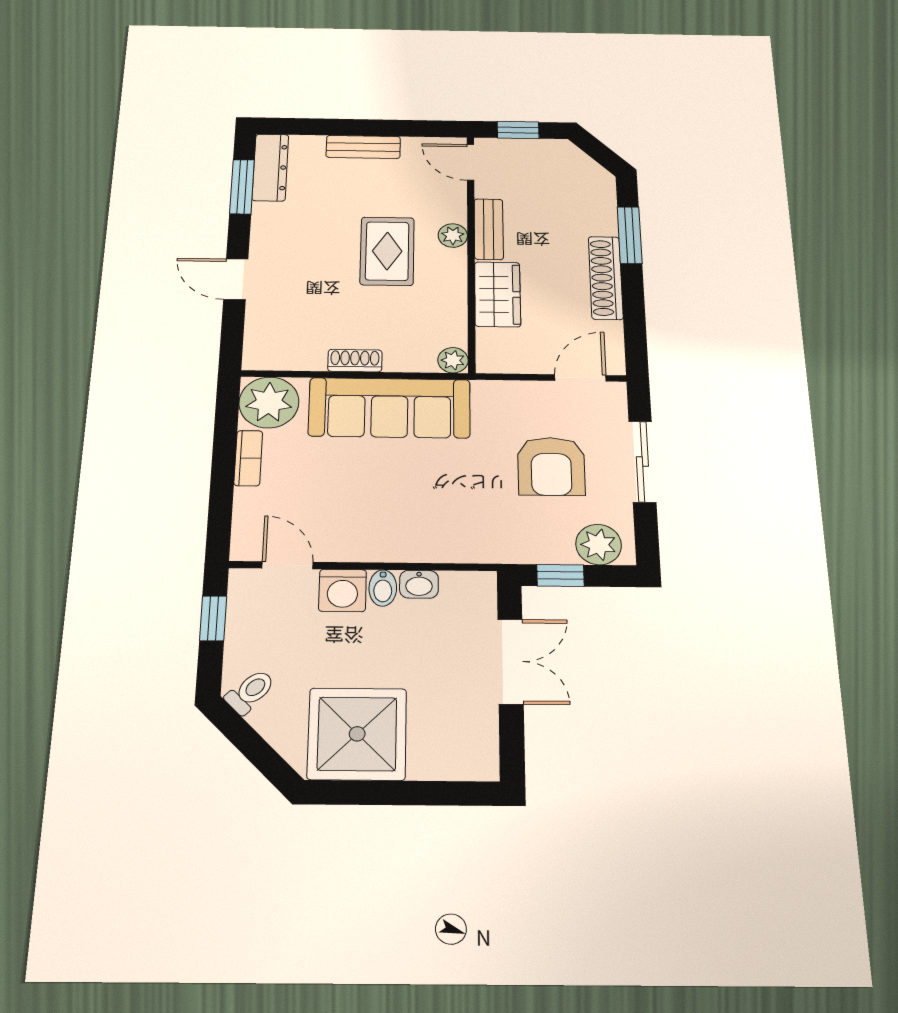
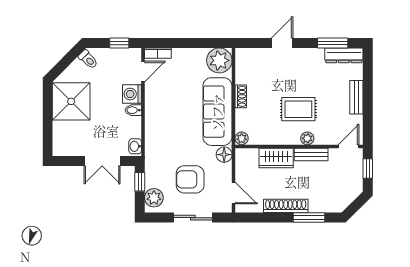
floor lamp: (491, 396) -> (224, 155), added
bookcase: (248, 458) -> (158, 53), moved
washbasin: (419, 584) -> (135, 146), moved

